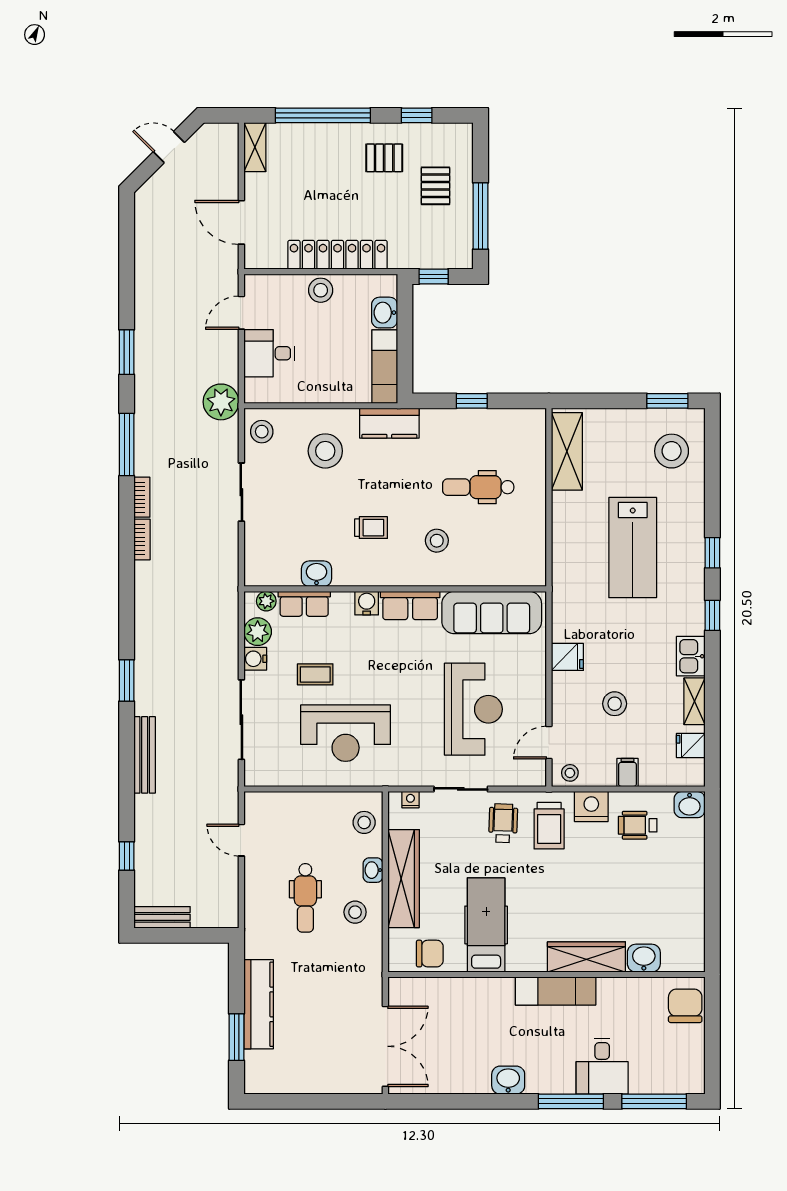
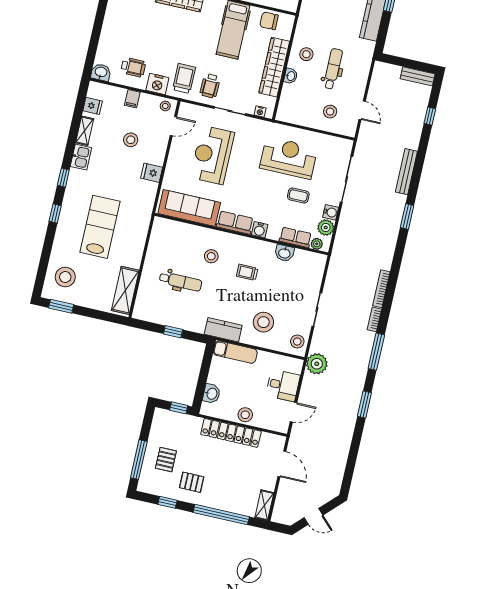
window: (480, 216) -> (139, 460), moved
exam couch: (385, 367) -> (235, 352), moved, turned 90
bookcase: (142, 539) -> (381, 289), width x1.56
stool: (364, 822) -> (330, 112), moved

